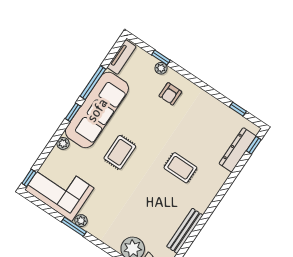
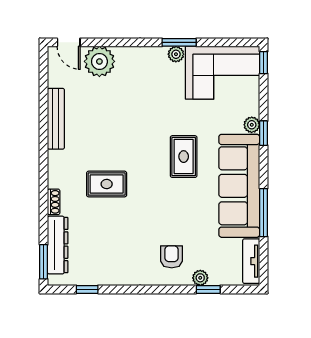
window: (73, 112) -> (264, 133), moved
window: (254, 145) -> (44, 262), width x1.50
shoe rack: (222, 179) -> (54, 202), added

